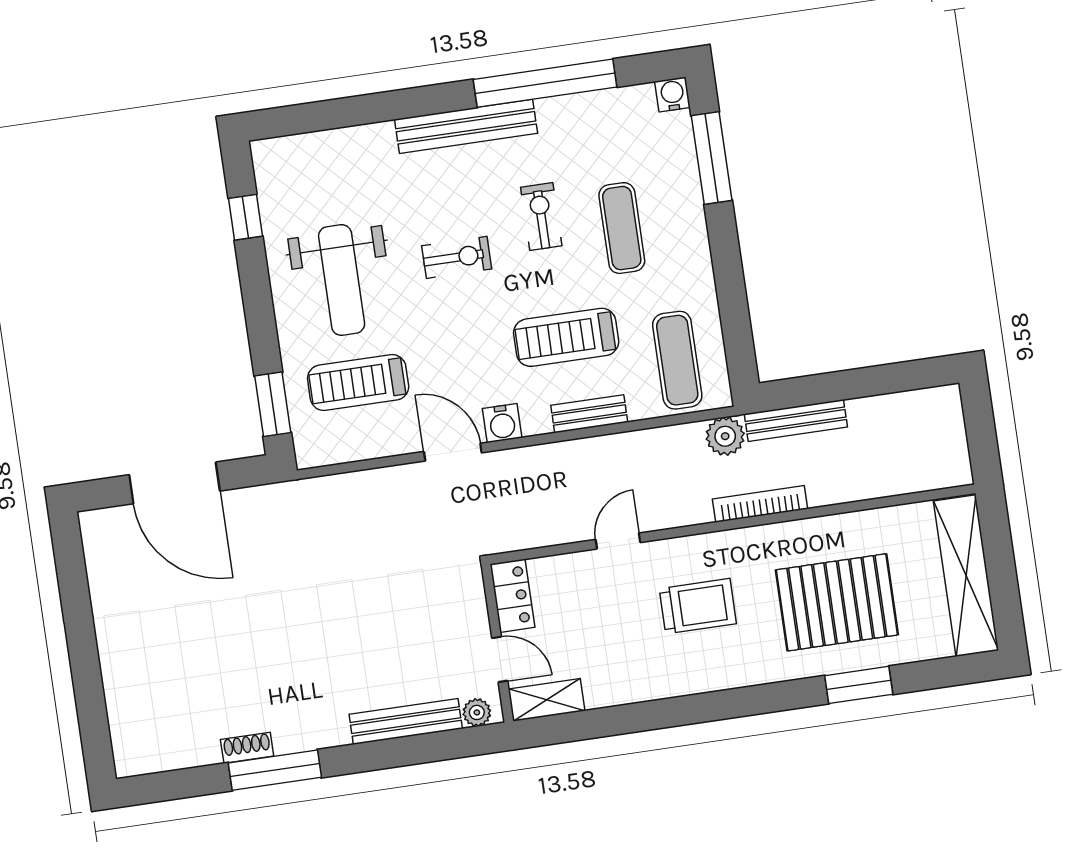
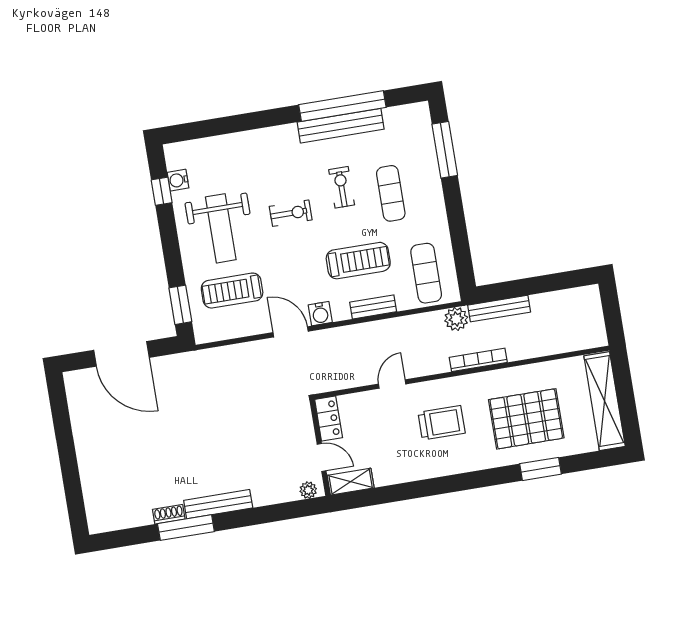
water cooler: (672, 94) -> (178, 180), moved, turned -90
bench: (466, 126) -> (341, 126), moved
treadmill: (566, 337) -> (358, 261), turned 180
bench: (406, 721) -> (218, 504), moved

